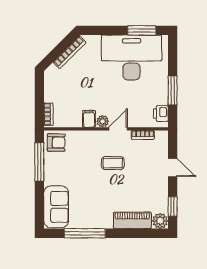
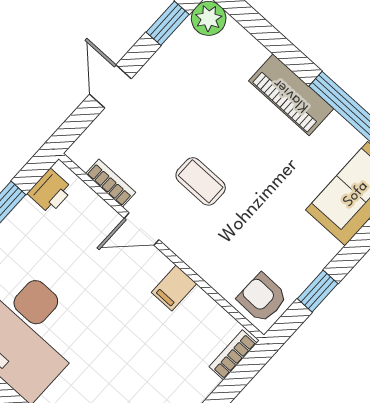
plant: (103, 121) -> (156, 264), removed
window: (39, 162) -> (318, 291), width x0.46
piano: (132, 220) -> (291, 95), moved

